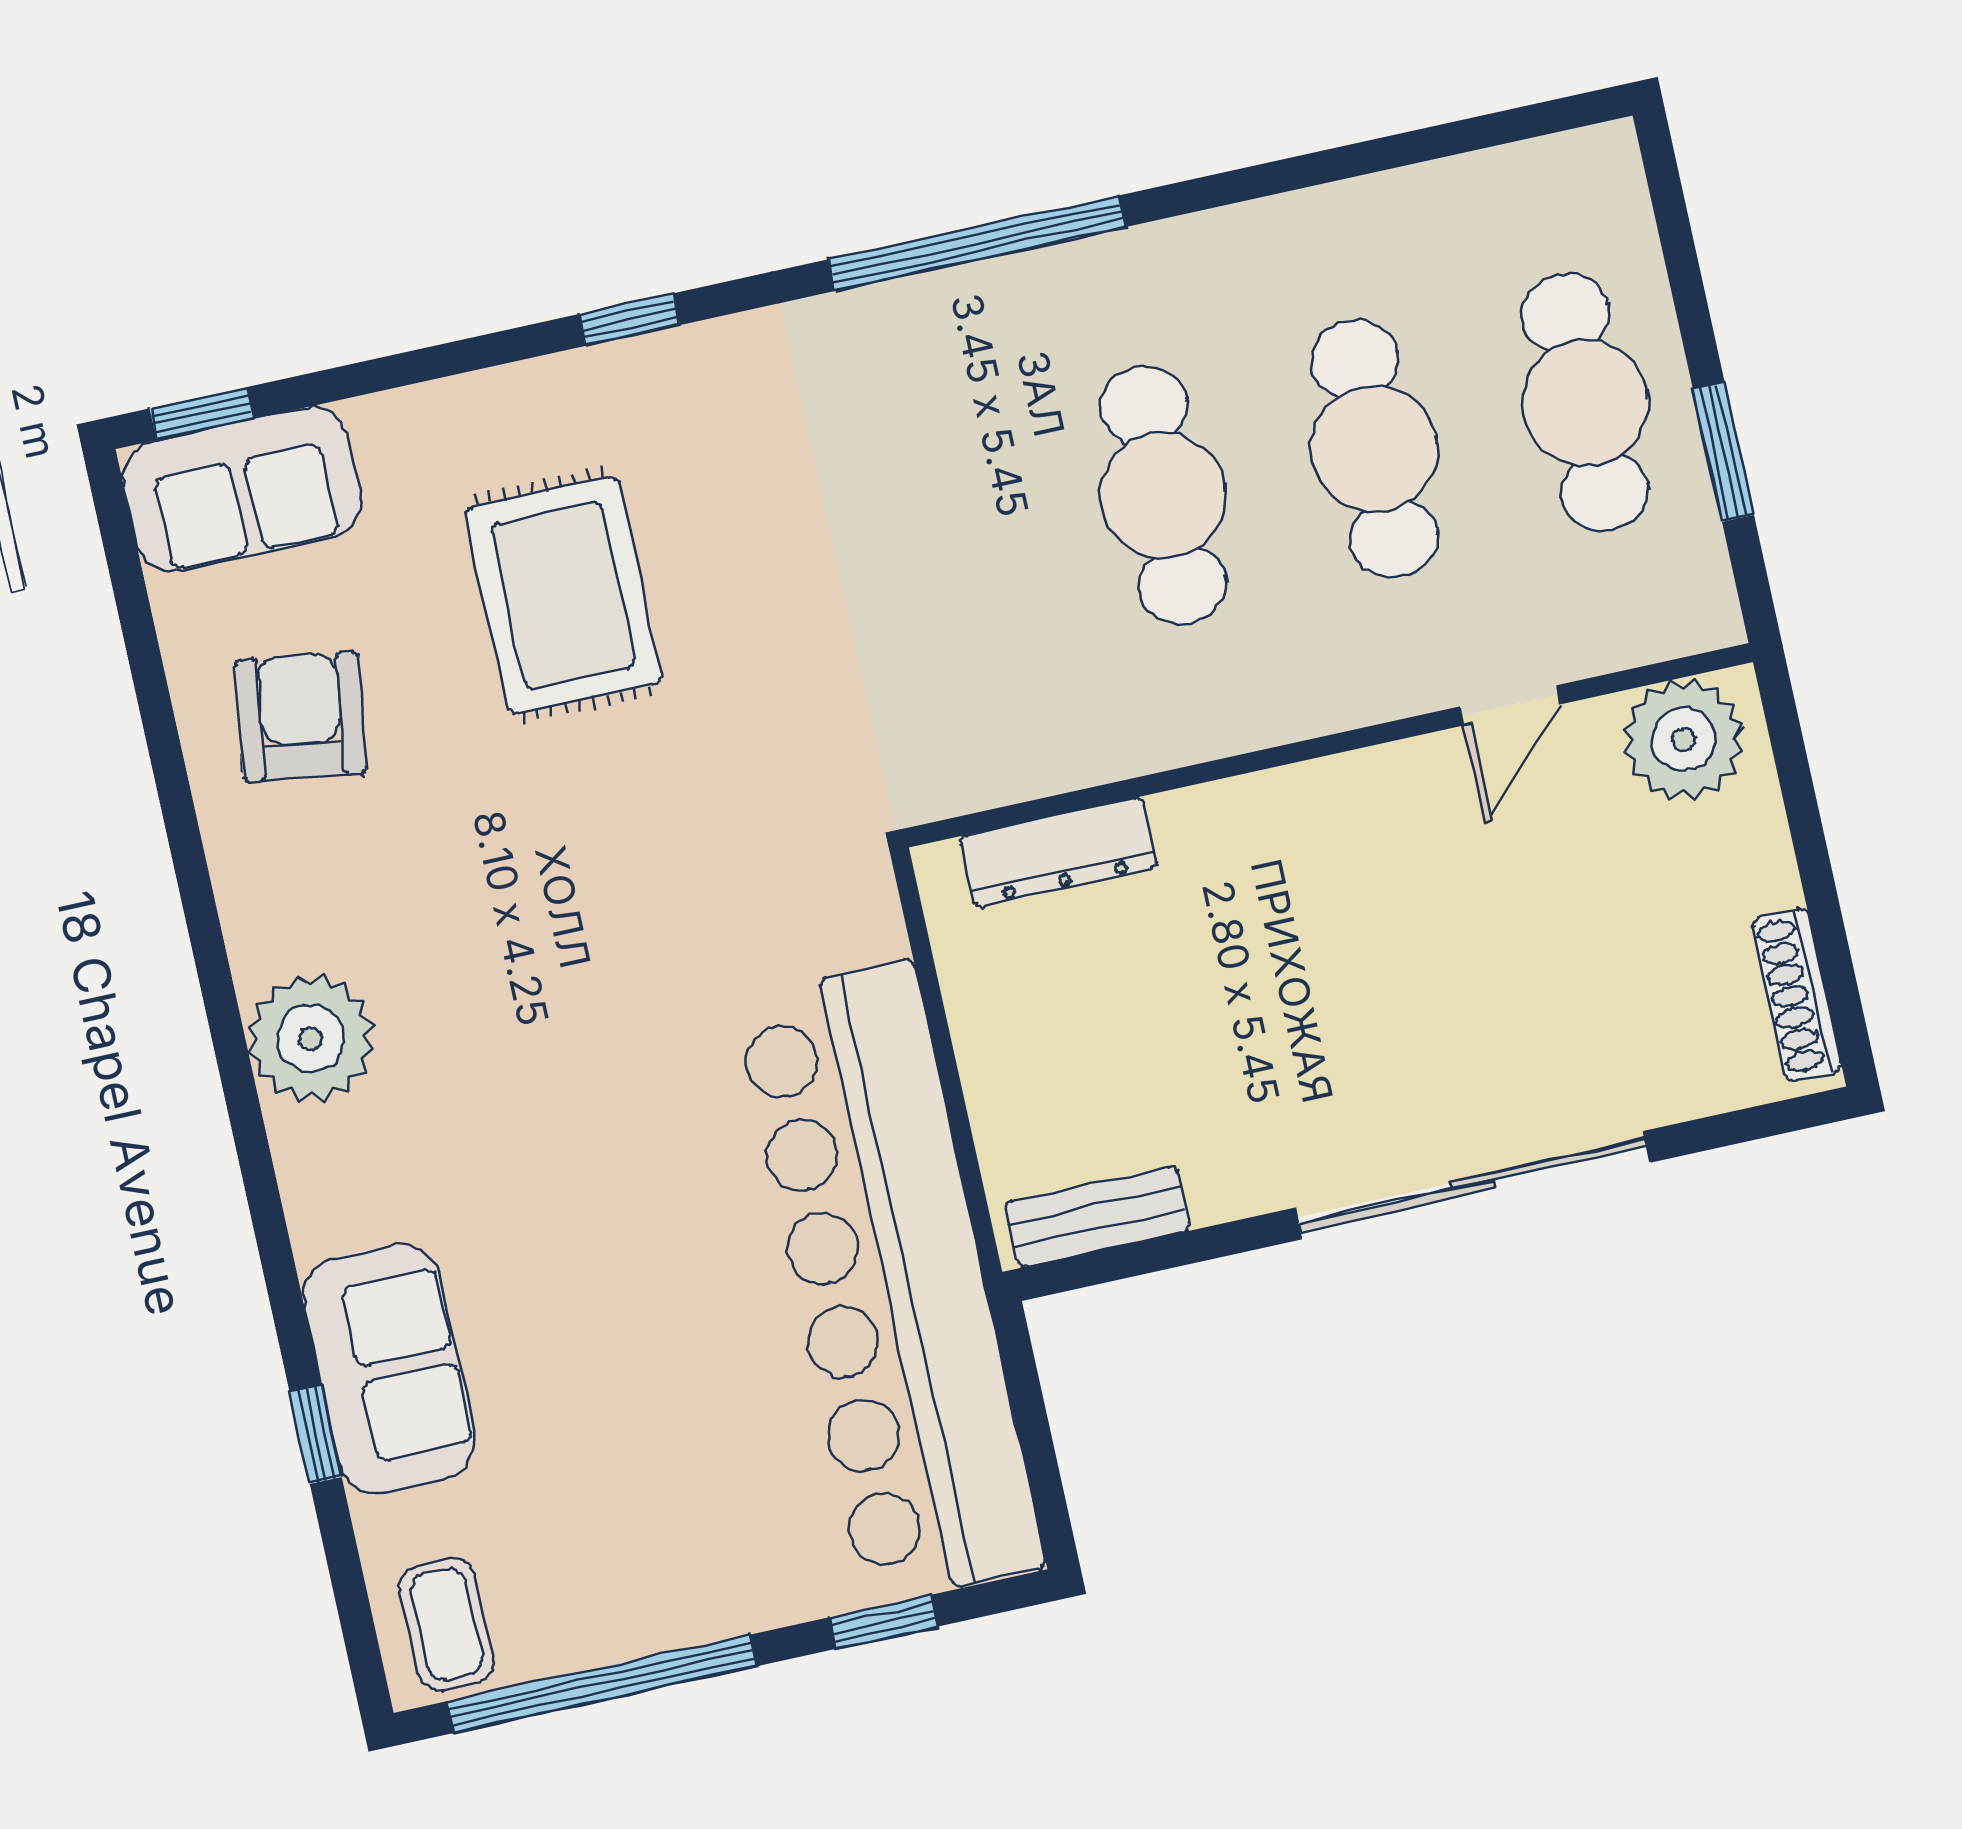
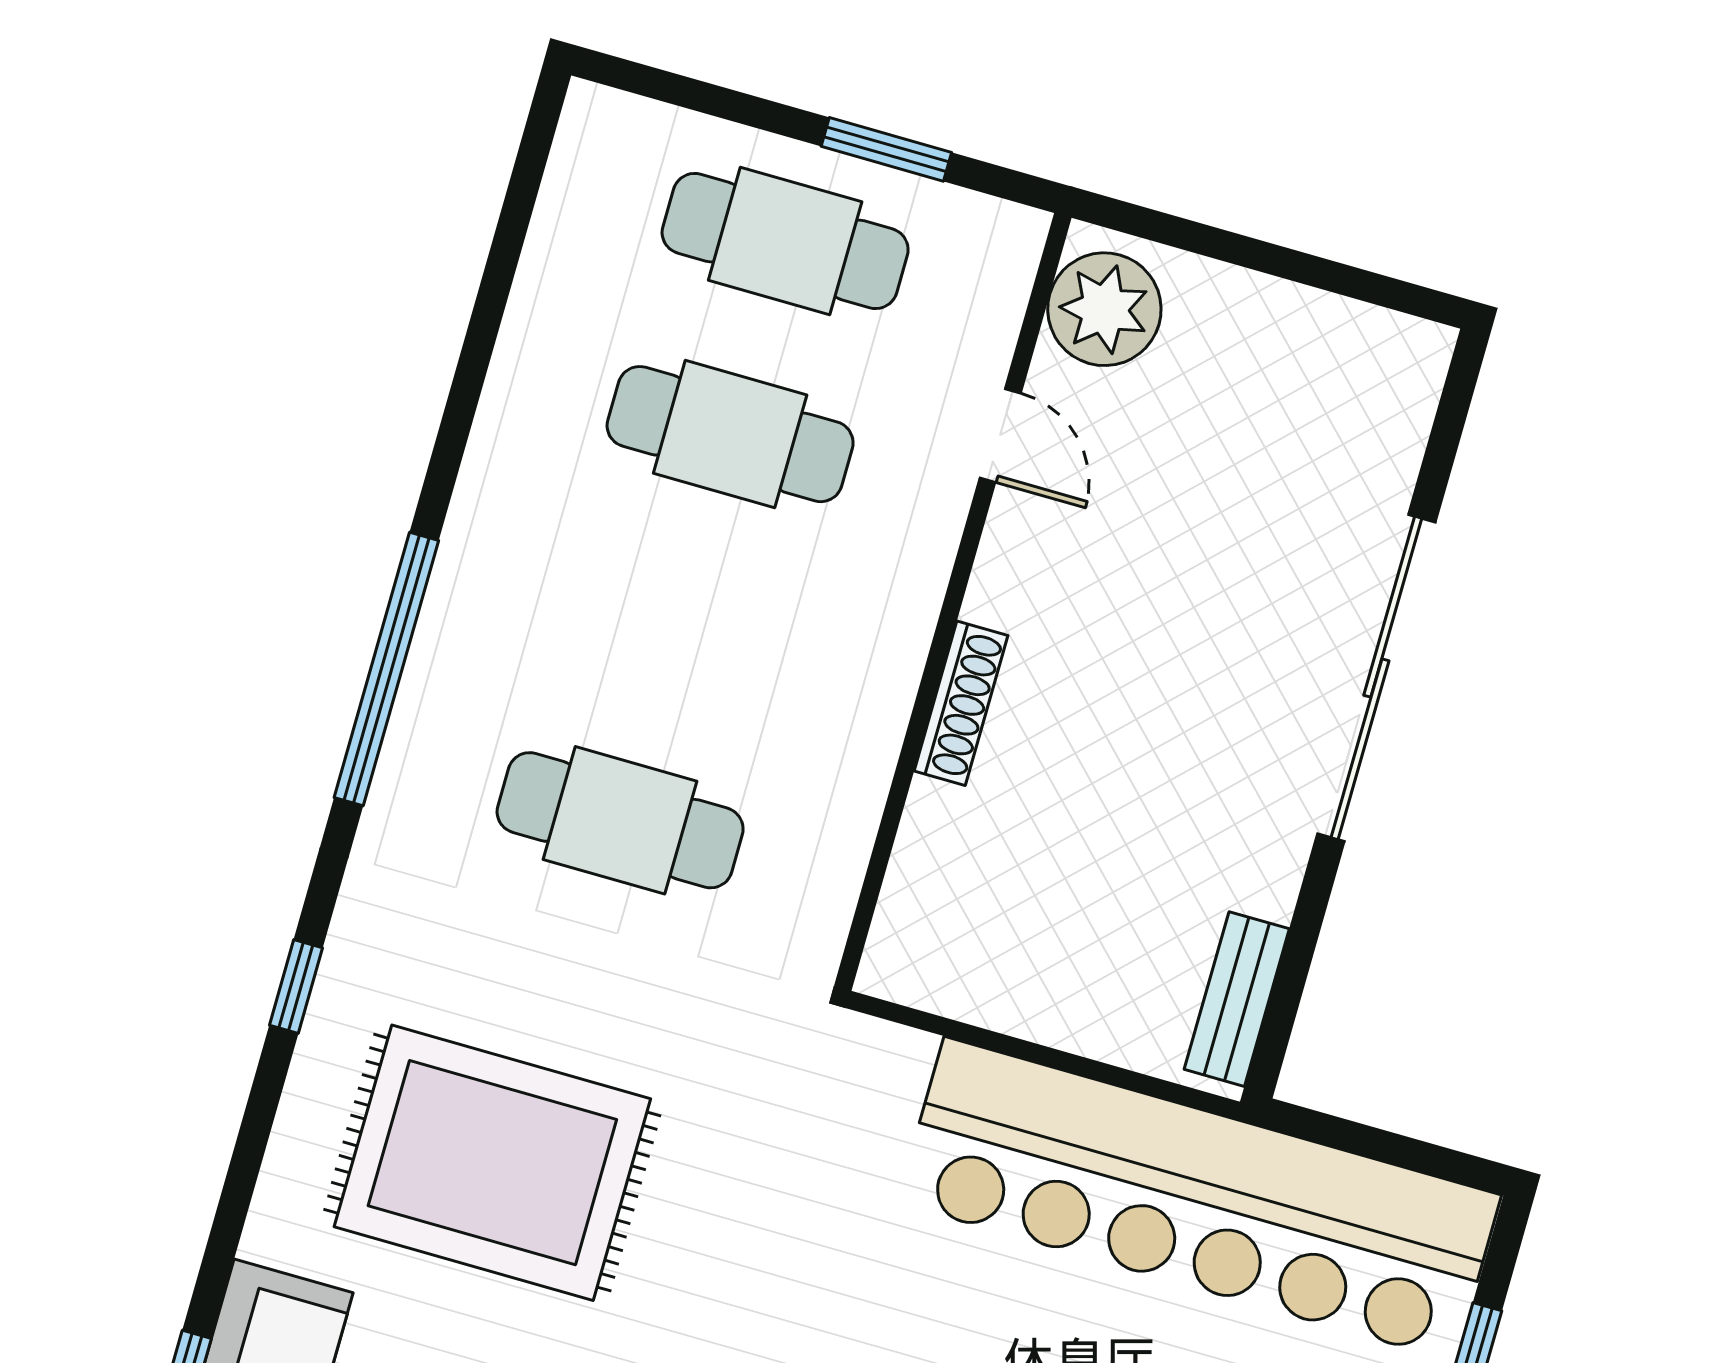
cafe table: (1163, 495) -> (620, 820), moved
rug: (563, 595) -> (492, 1163), width x1.37, depth x1.44
dresser: (1059, 852) -> (921, 870), removed
shoe rack: (1797, 995) -> (961, 703), moved, turned -90

